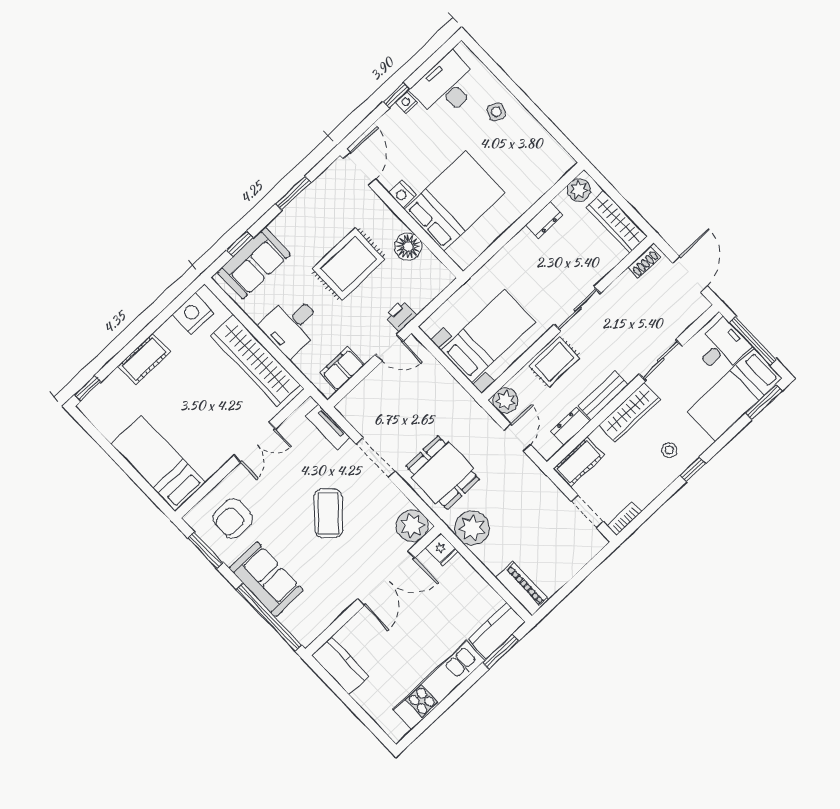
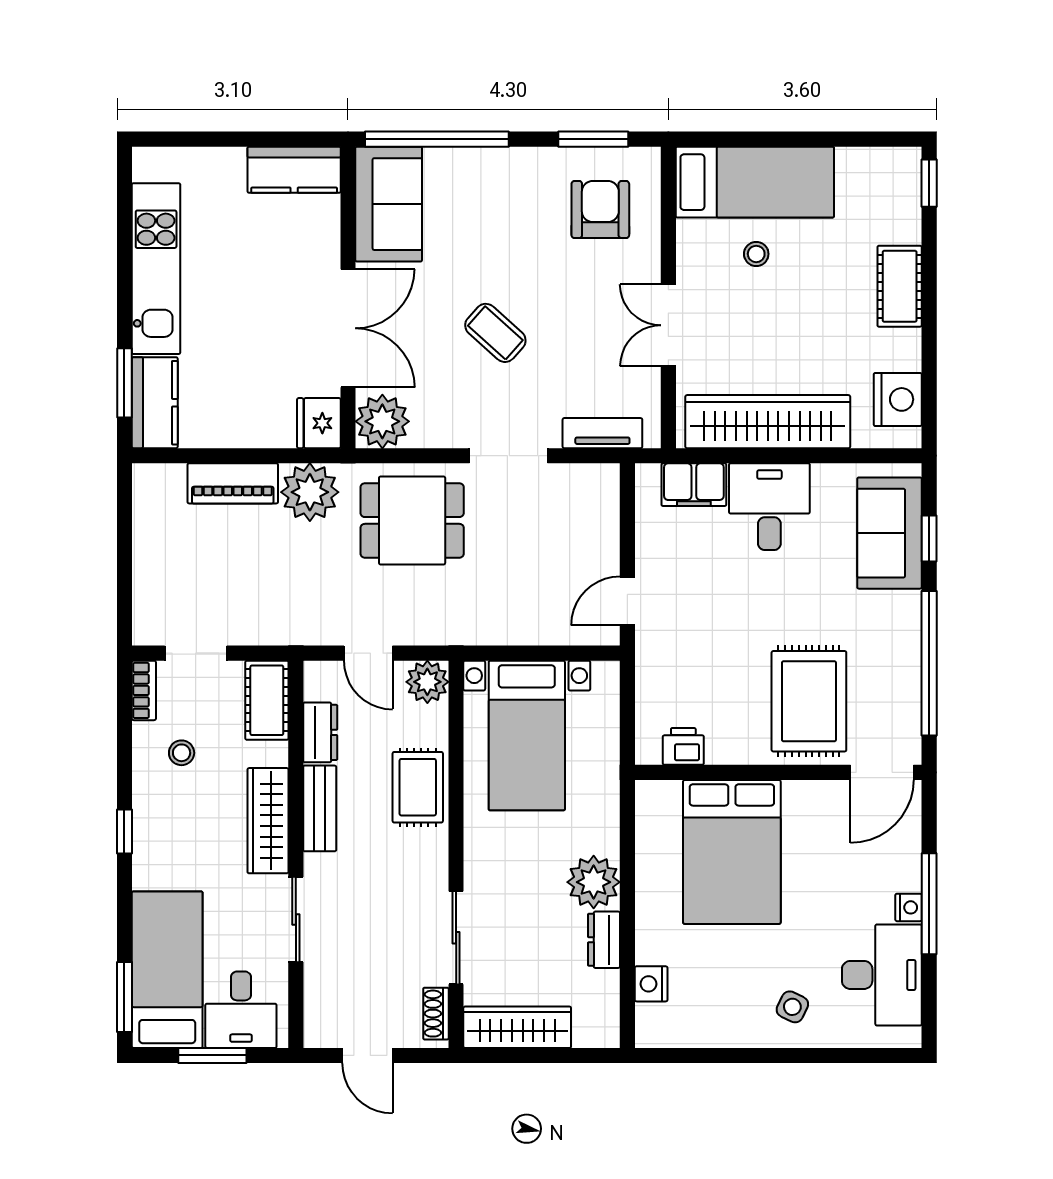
window: (396, 95) -> (929, 904), width x2.17
door: (359, 169) -> (882, 772), hinge flipped
plant: (579, 190) -> (594, 882), moved, width x1.36, depth x1.36
window: (293, 193) -> (929, 663), width x2.11
nightstand: (402, 194) -> (651, 984), moved, turned -90
floor lamp: (408, 247) -> (730, 742), removed
rug: (349, 264) -> (809, 701), moved
door: (690, 274) -> (367, 1055), width x0.73
sliding door: (577, 309) -> (456, 938), moved
printer: (401, 316) -> (683, 746), moved, turned -90
window: (753, 341) -> (212, 1055), width x0.69
filing cabinet: (342, 369) -> (694, 485), moved, turned 90
stool: (188, 434) -> (756, 254), added
stool: (669, 450) -> (182, 753), moved
coffee table: (328, 513) -> (495, 333), width x0.73, depth x0.77
fridge: (442, 549) -> (319, 423), width x1.38
double door: (386, 578) -> (348, 328), swing flipped
sofa: (266, 579) -> (389, 204), moved, turned -90
piano: (522, 588) -> (233, 483), moved

